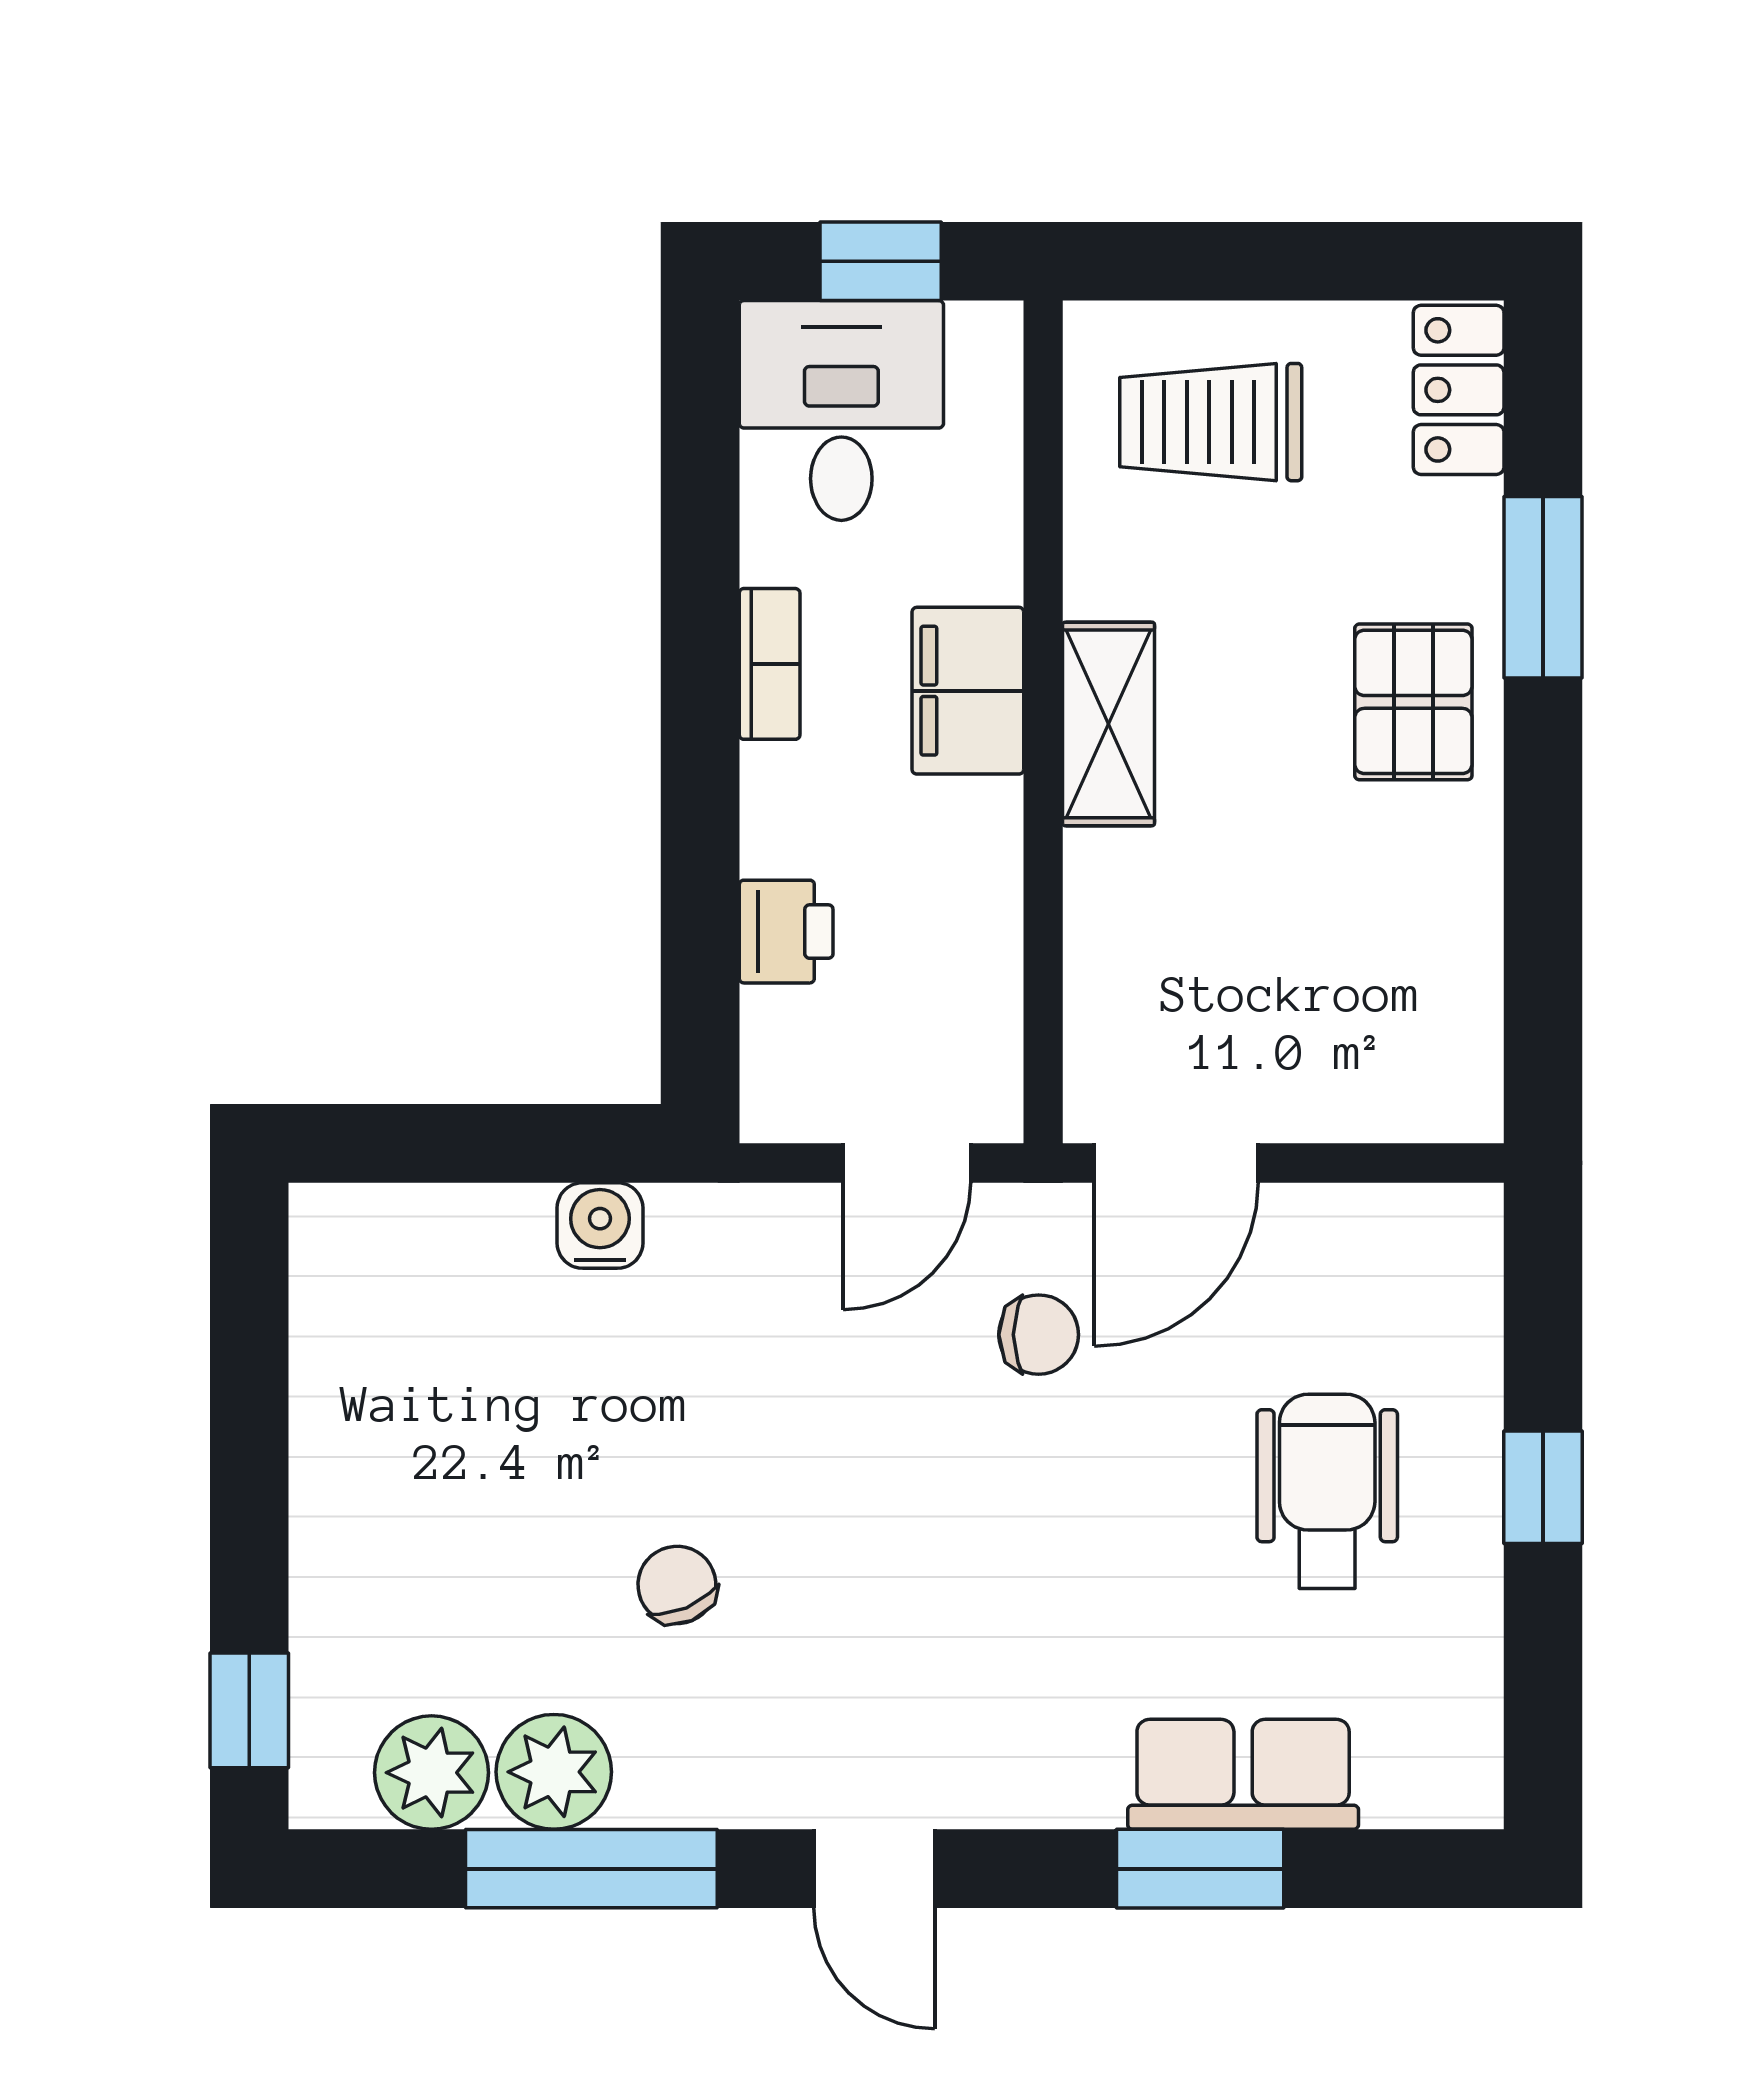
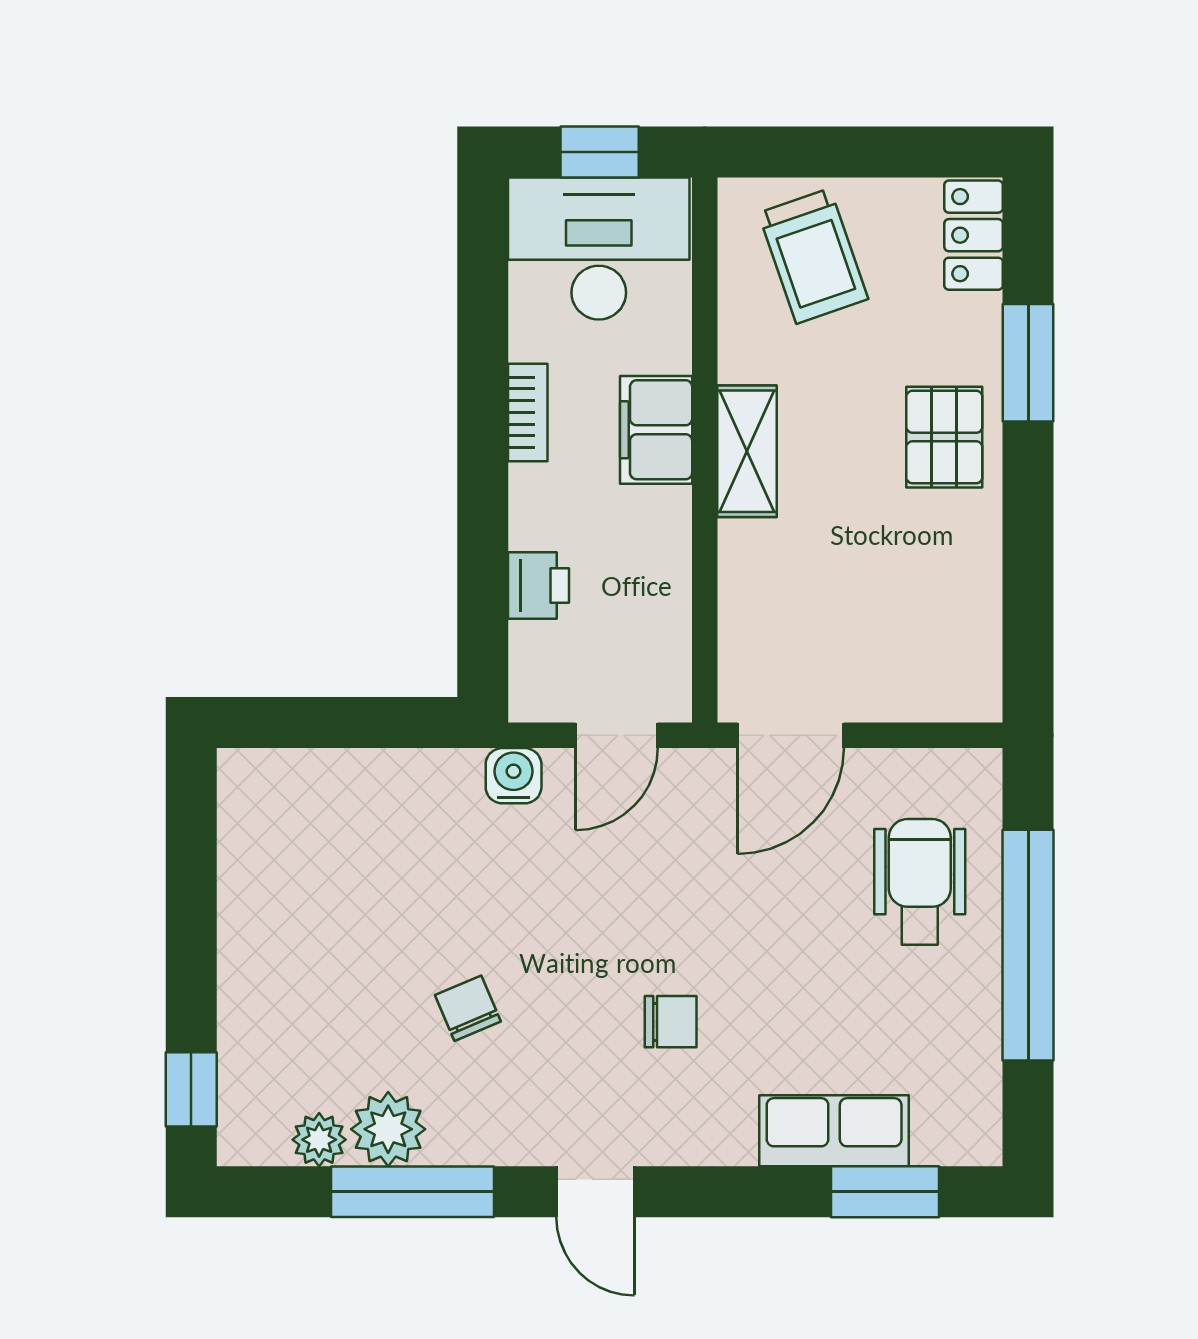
desk: (841, 410) -> (599, 248), width x1.37
trolley: (1211, 422) -> (813, 256), turned -109
water cooler: (600, 1225) -> (514, 776), moved
chair: (1039, 1335) -> (671, 1022), moved
window: (1543, 1487) -> (1028, 945), width x3.17
wheelchair: (1327, 1491) -> (920, 882), moved
plant: (432, 1773) -> (319, 1140), width x0.73, depth x0.73
window: (1200, 1869) -> (885, 1192), moved

